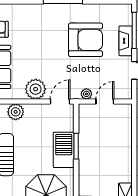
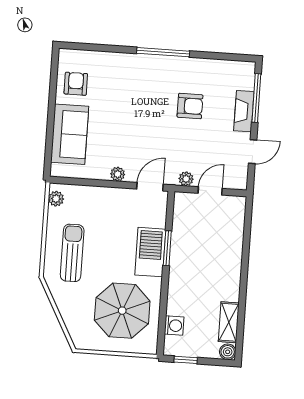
armchair: (86, 40) -> (190, 106), width x0.53, depth x0.53
plant: (36, 89) -> (118, 174), width x0.53, depth x0.53
plant: (16, 112) -> (89, 196), removed

